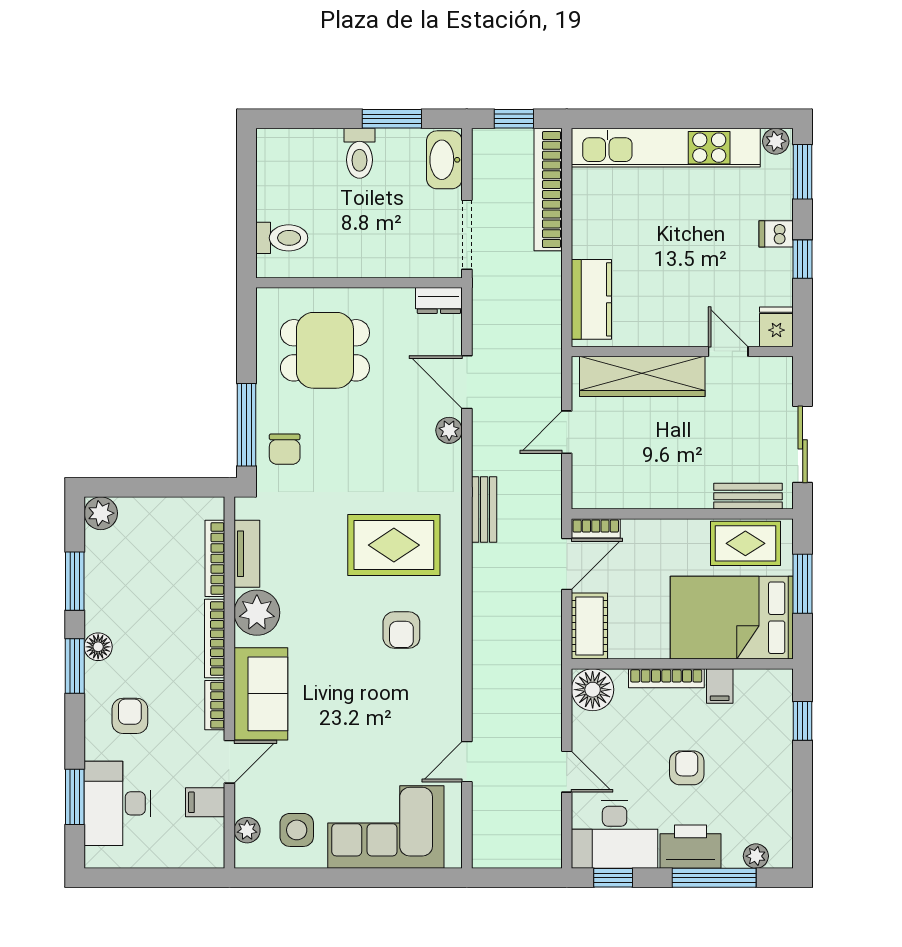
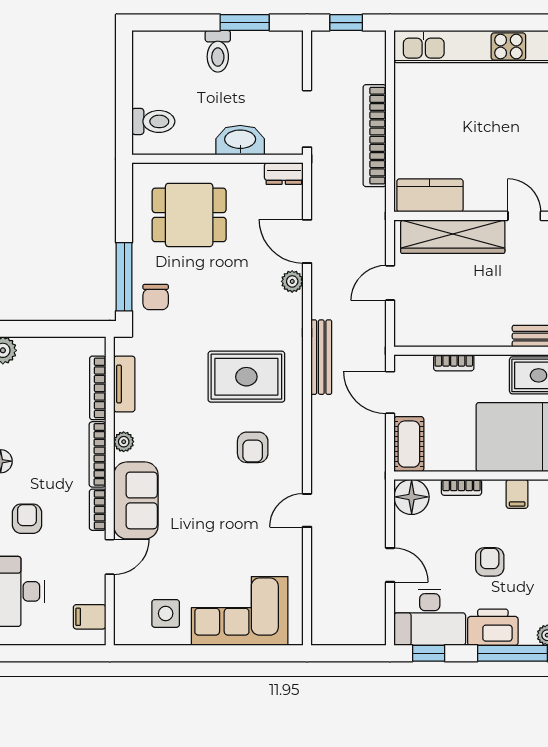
washbasin: (444, 160) -> (240, 140), moved, turned 90
bookcase: (548, 190) -> (375, 136), moved
kitchen counter: (591, 299) -> (430, 195), moved, turned -90
bench: (484, 509) -> (321, 357), width x1.36
bookcase: (596, 528) -> (454, 363), moved
door: (567, 564) -> (390, 392), swing flipped
plant: (257, 613) -> (124, 442), width x0.53, depth x0.53
bookcase: (666, 678) -> (461, 487), width x0.64
door: (467, 762) -> (307, 510), moved
filing cabinet: (205, 802) -> (90, 617), moved
plant: (247, 830) -> (124, 614), removed

